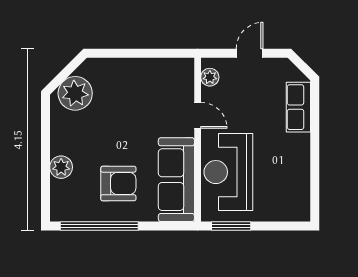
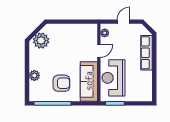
row of seats: (298, 107) -> (147, 53), width x1.48
door: (198, 115) -> (99, 51), hinge flipped

